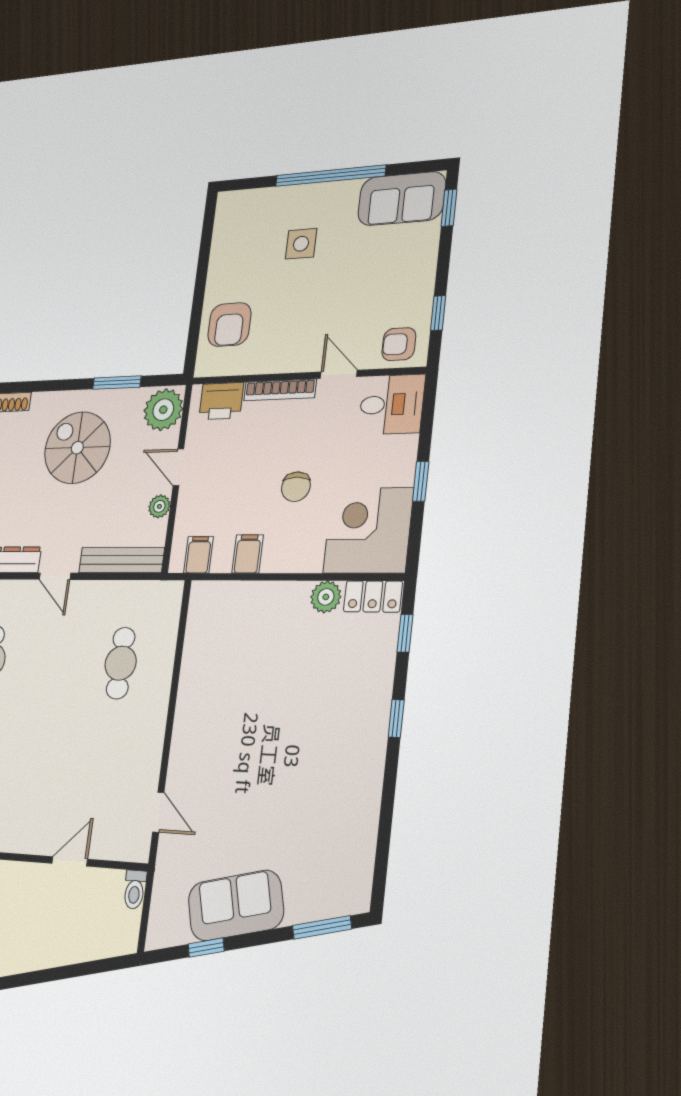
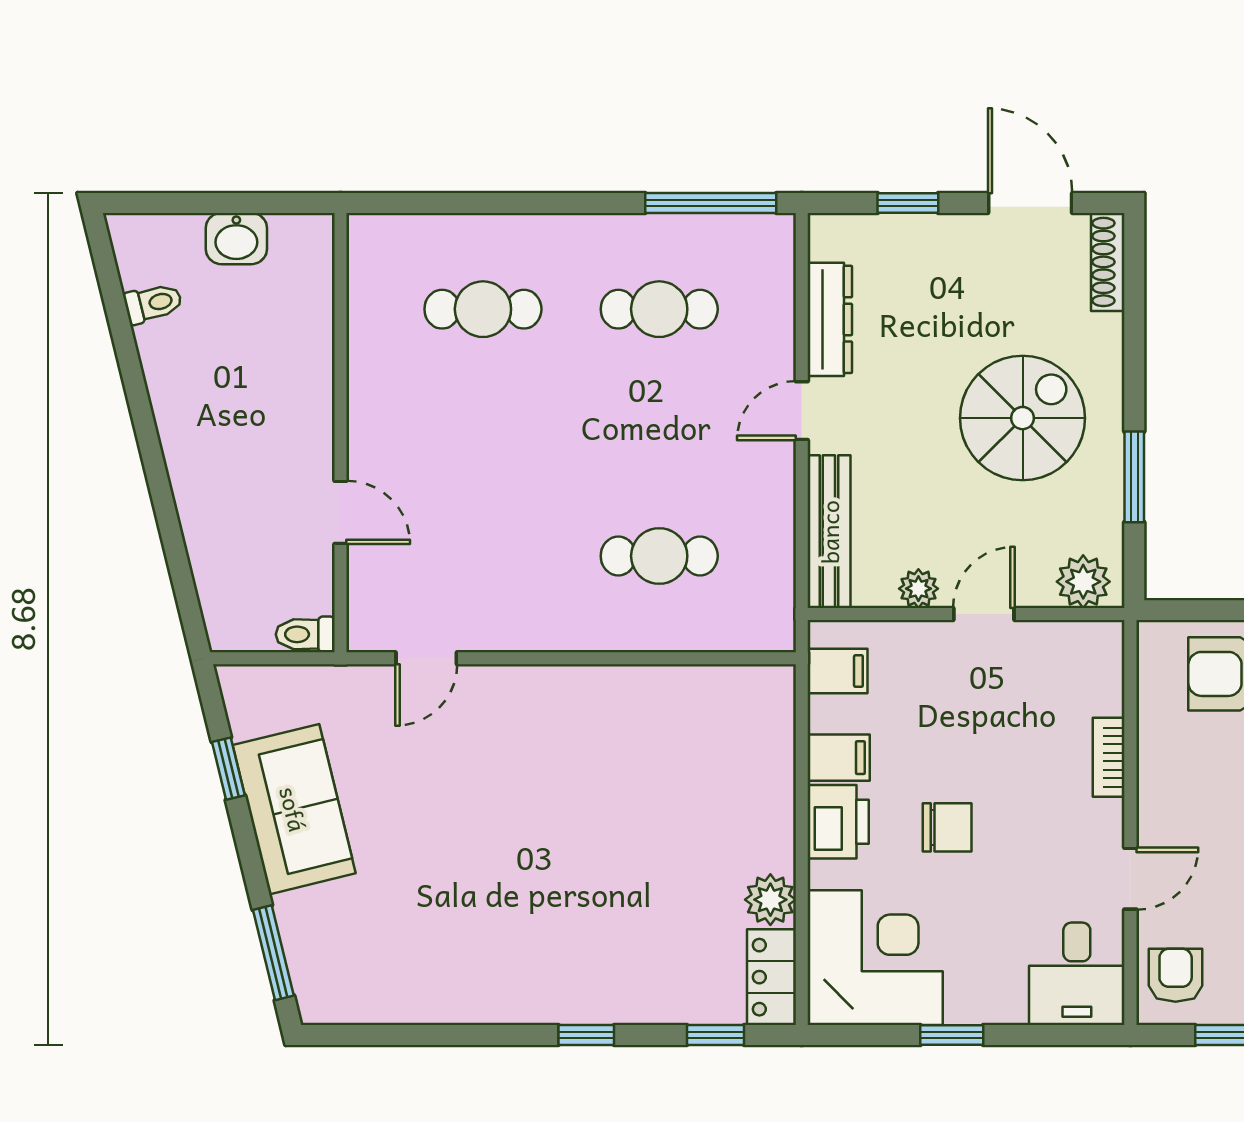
bookcase: (280, 390) -> (1109, 757), width x0.64
printer: (221, 401) -> (838, 822), moved, turned 180
plant: (163, 410) -> (1083, 582), width x0.73, depth x0.73
chair: (296, 487) -> (947, 827), turned 180

